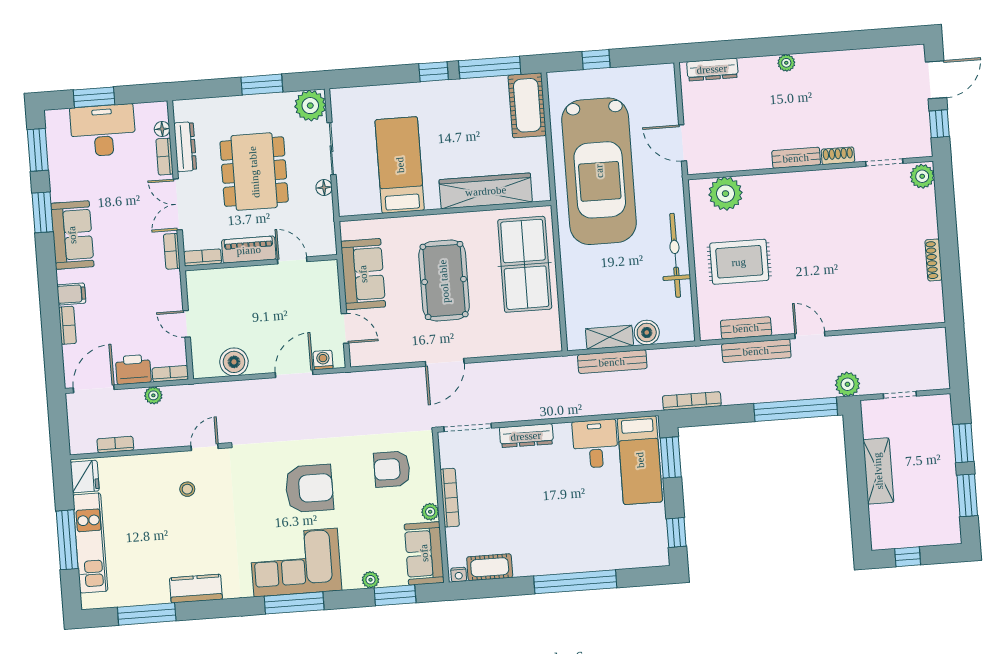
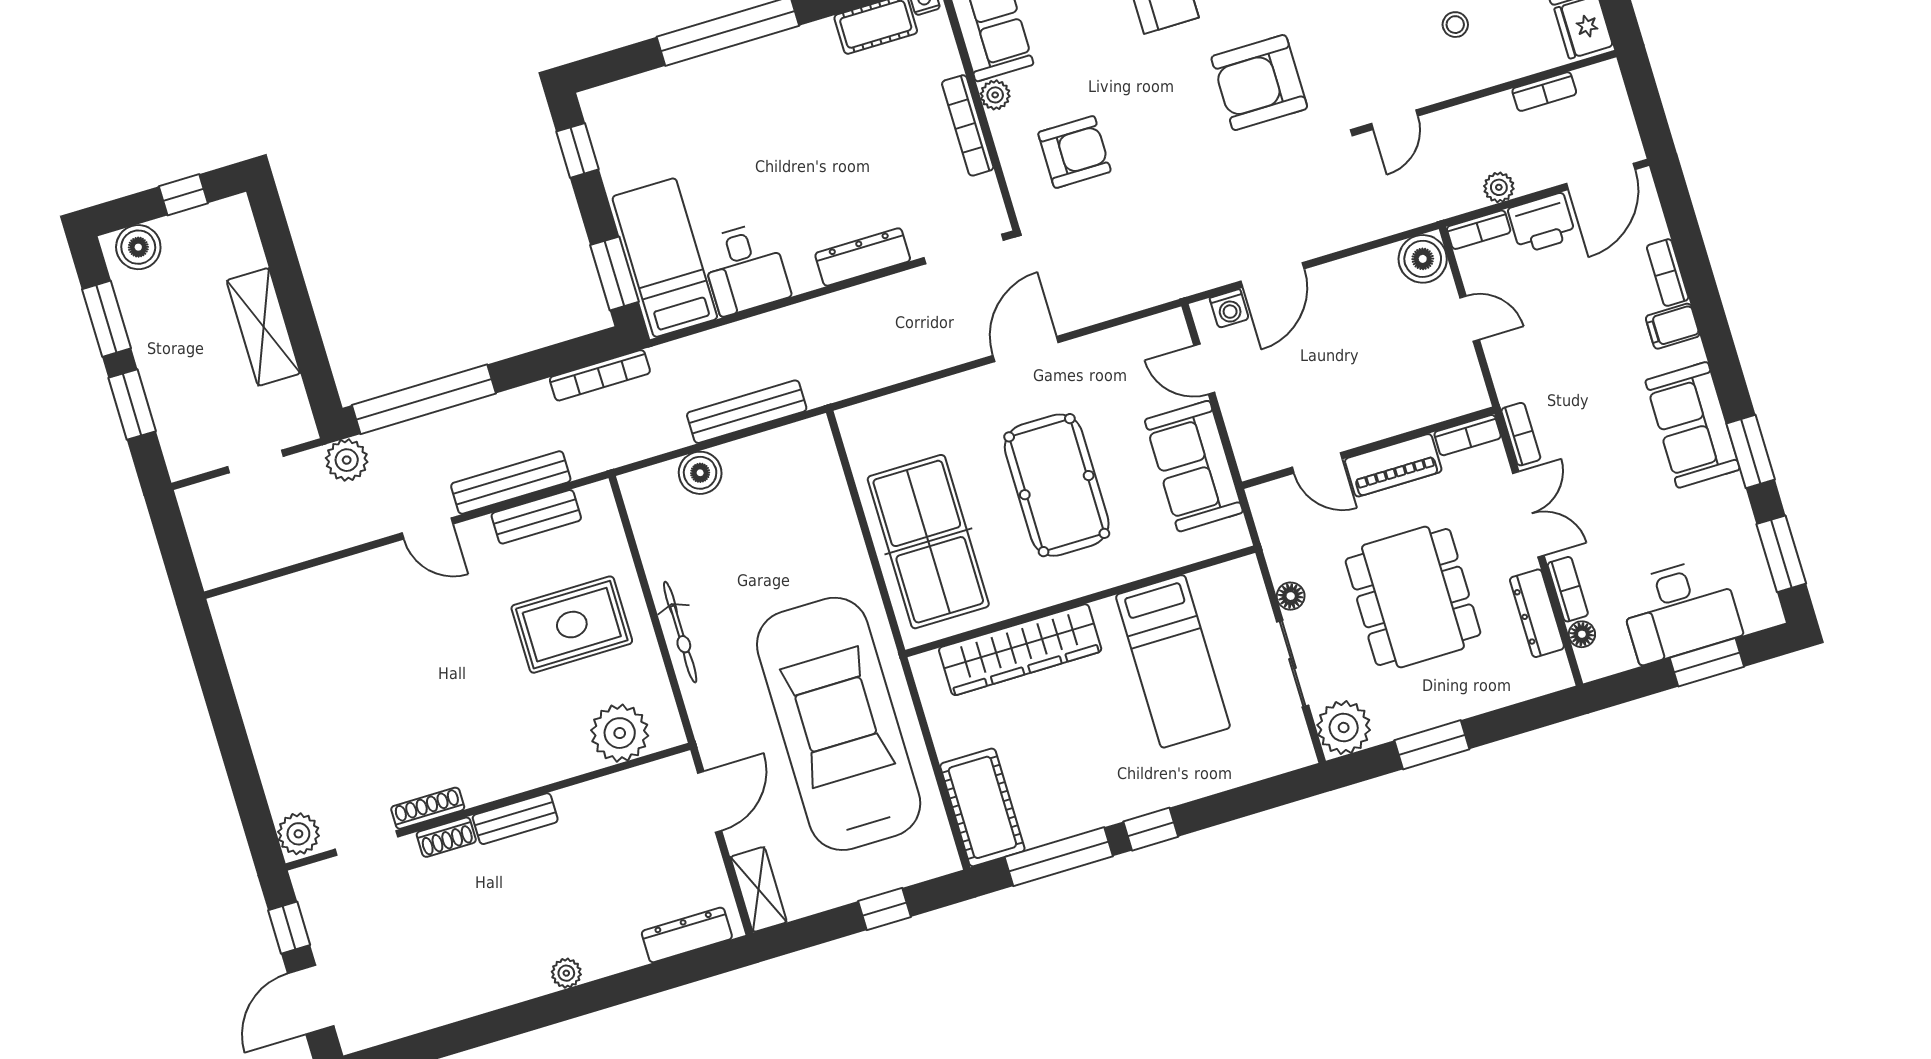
door: (683, 143) -> (710, 802), hinge flipped
bicycle: (675, 255) -> (680, 632), width x0.73, depth x0.71
shoe rack: (934, 260) -> (428, 808), moved, turned -90
shelving: (609, 337) -> (759, 889), moved, turned 90
boiler: (234, 362) -> (1423, 259), moved
armchair: (309, 488) -> (1259, 83), moved
stool: (187, 489) -> (1455, 25), moved
boiler: (940, 532) -> (138, 247), added

